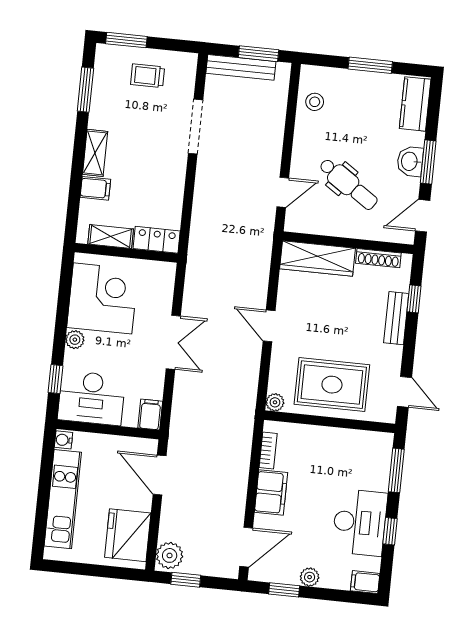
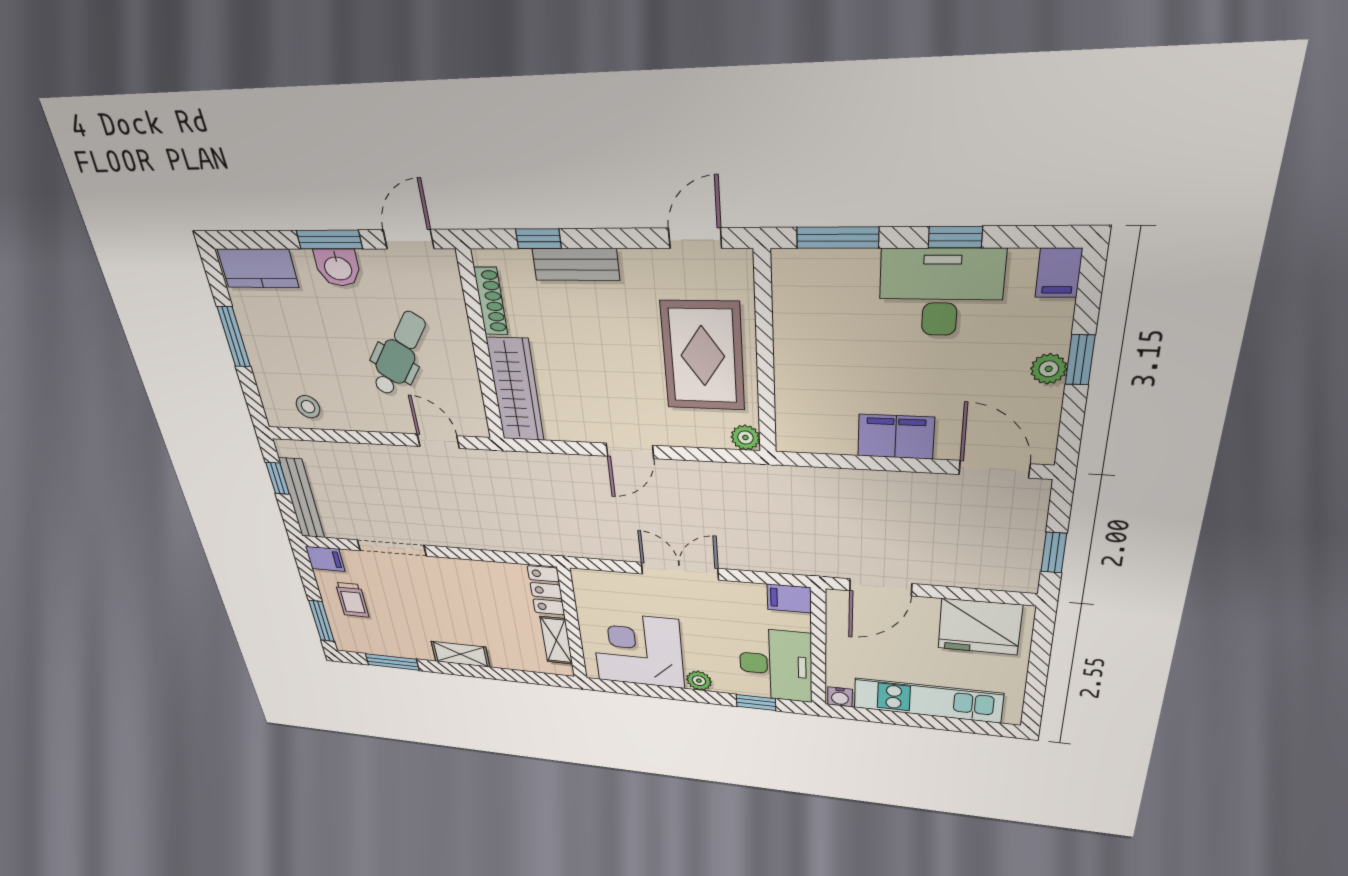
window: (258, 54) -> (278, 478), width x0.67
filing cabinet: (95, 188) -> (325, 559), moved, turned 90
door: (423, 216) -> (409, 239), swing flipped
bookcase: (268, 451) -> (825, 444), removed
plant: (170, 555) -> (1012, 574), removed
window: (284, 590) -> (1080, 360), moved

